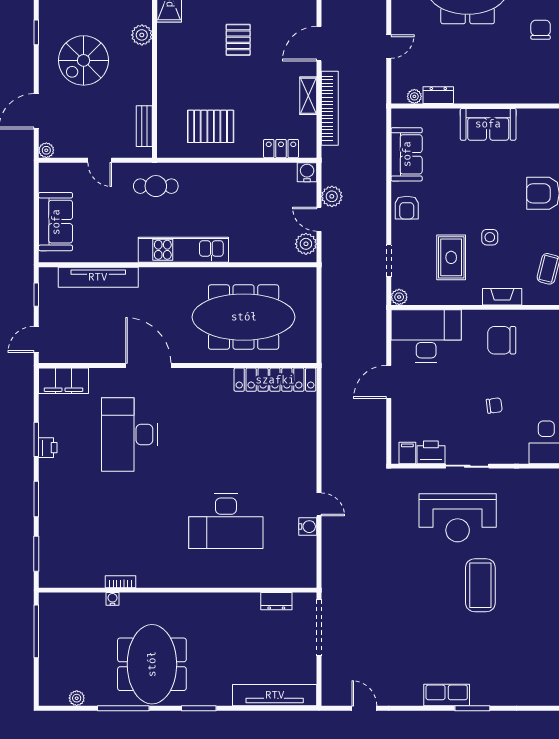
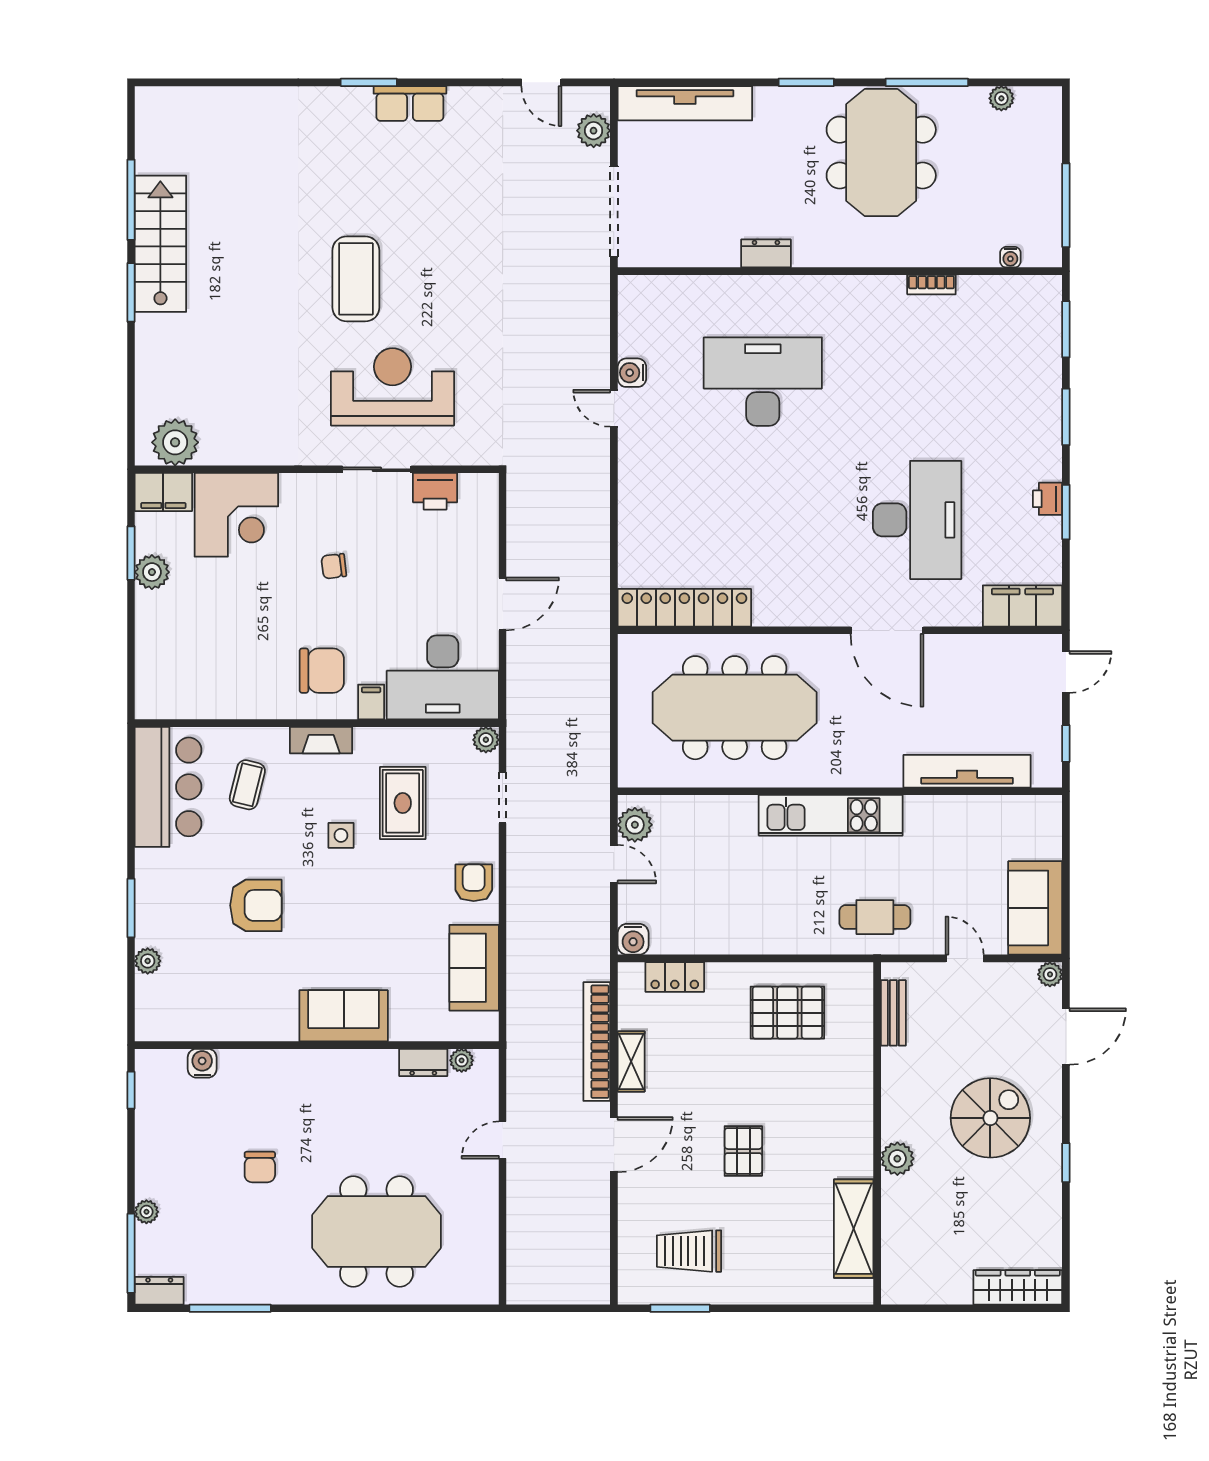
plant: (332, 196) -> (594, 131), moved
sofa: (56, 222) -> (1035, 908), moved
filing cabinet: (407, 453) -> (371, 702), moved, turned 180
water cooler: (112, 599) -> (1010, 257), moved
dresser: (276, 601) -> (766, 253), moved

